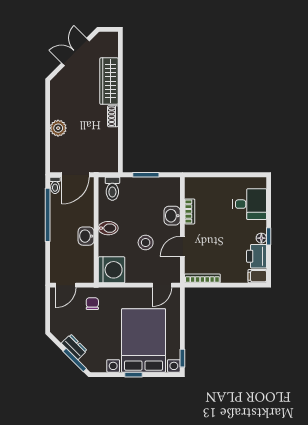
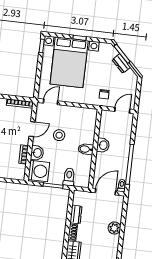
dresser: (111, 140) -> (76, 214), added
toilet: (112, 189) -> (69, 177), moved
washing machine: (111, 270) -> (39, 171), moved, turned 180

